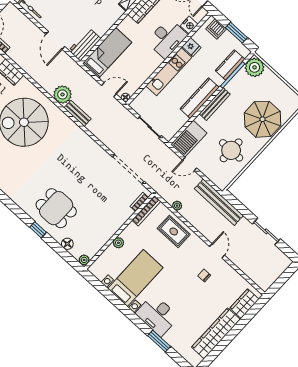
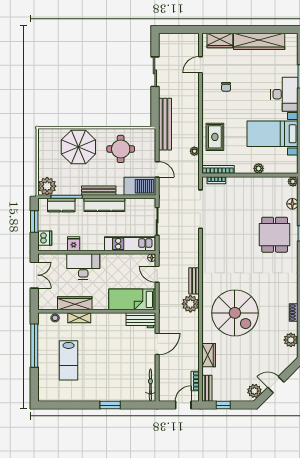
nightstand: (189, 25) -> (60, 260), removed
kitchen unit: (169, 72) -> (130, 244), moved
door: (217, 251) -> (200, 65), moved

